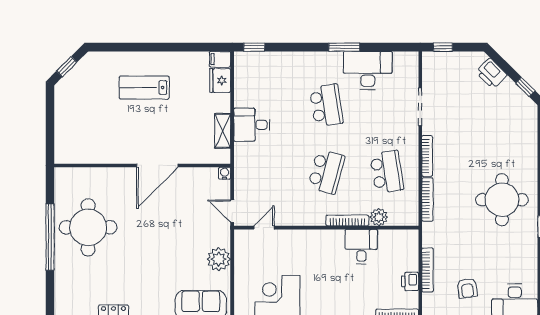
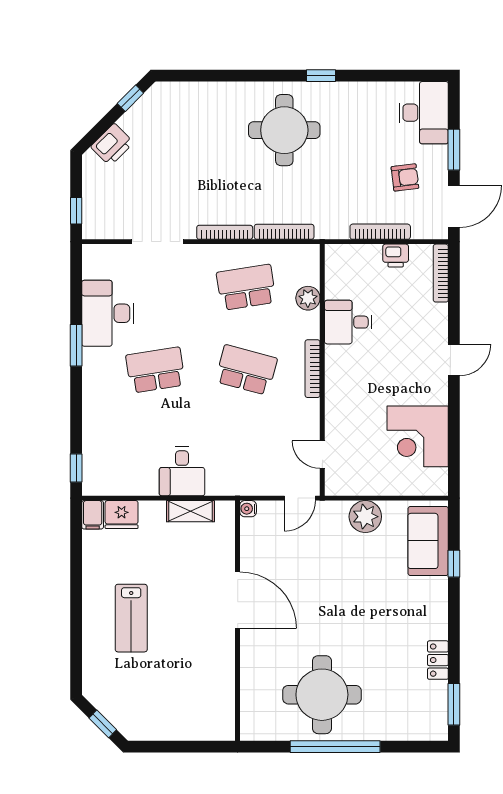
bookcase: (347, 220) -> (313, 369), moved

